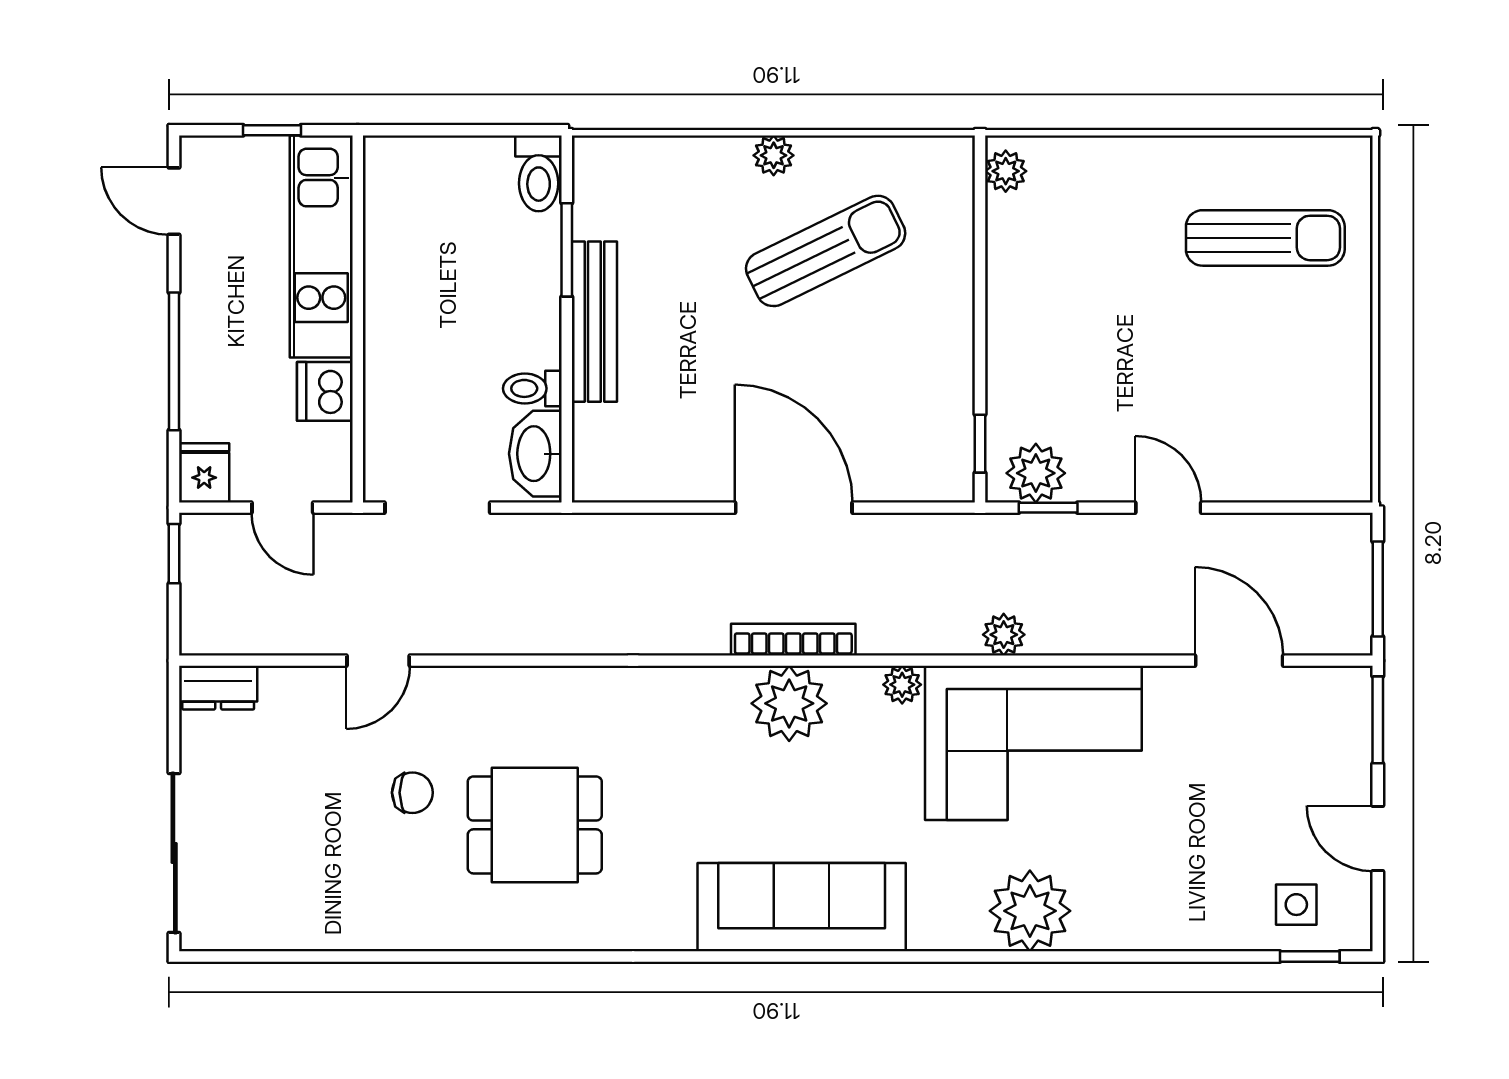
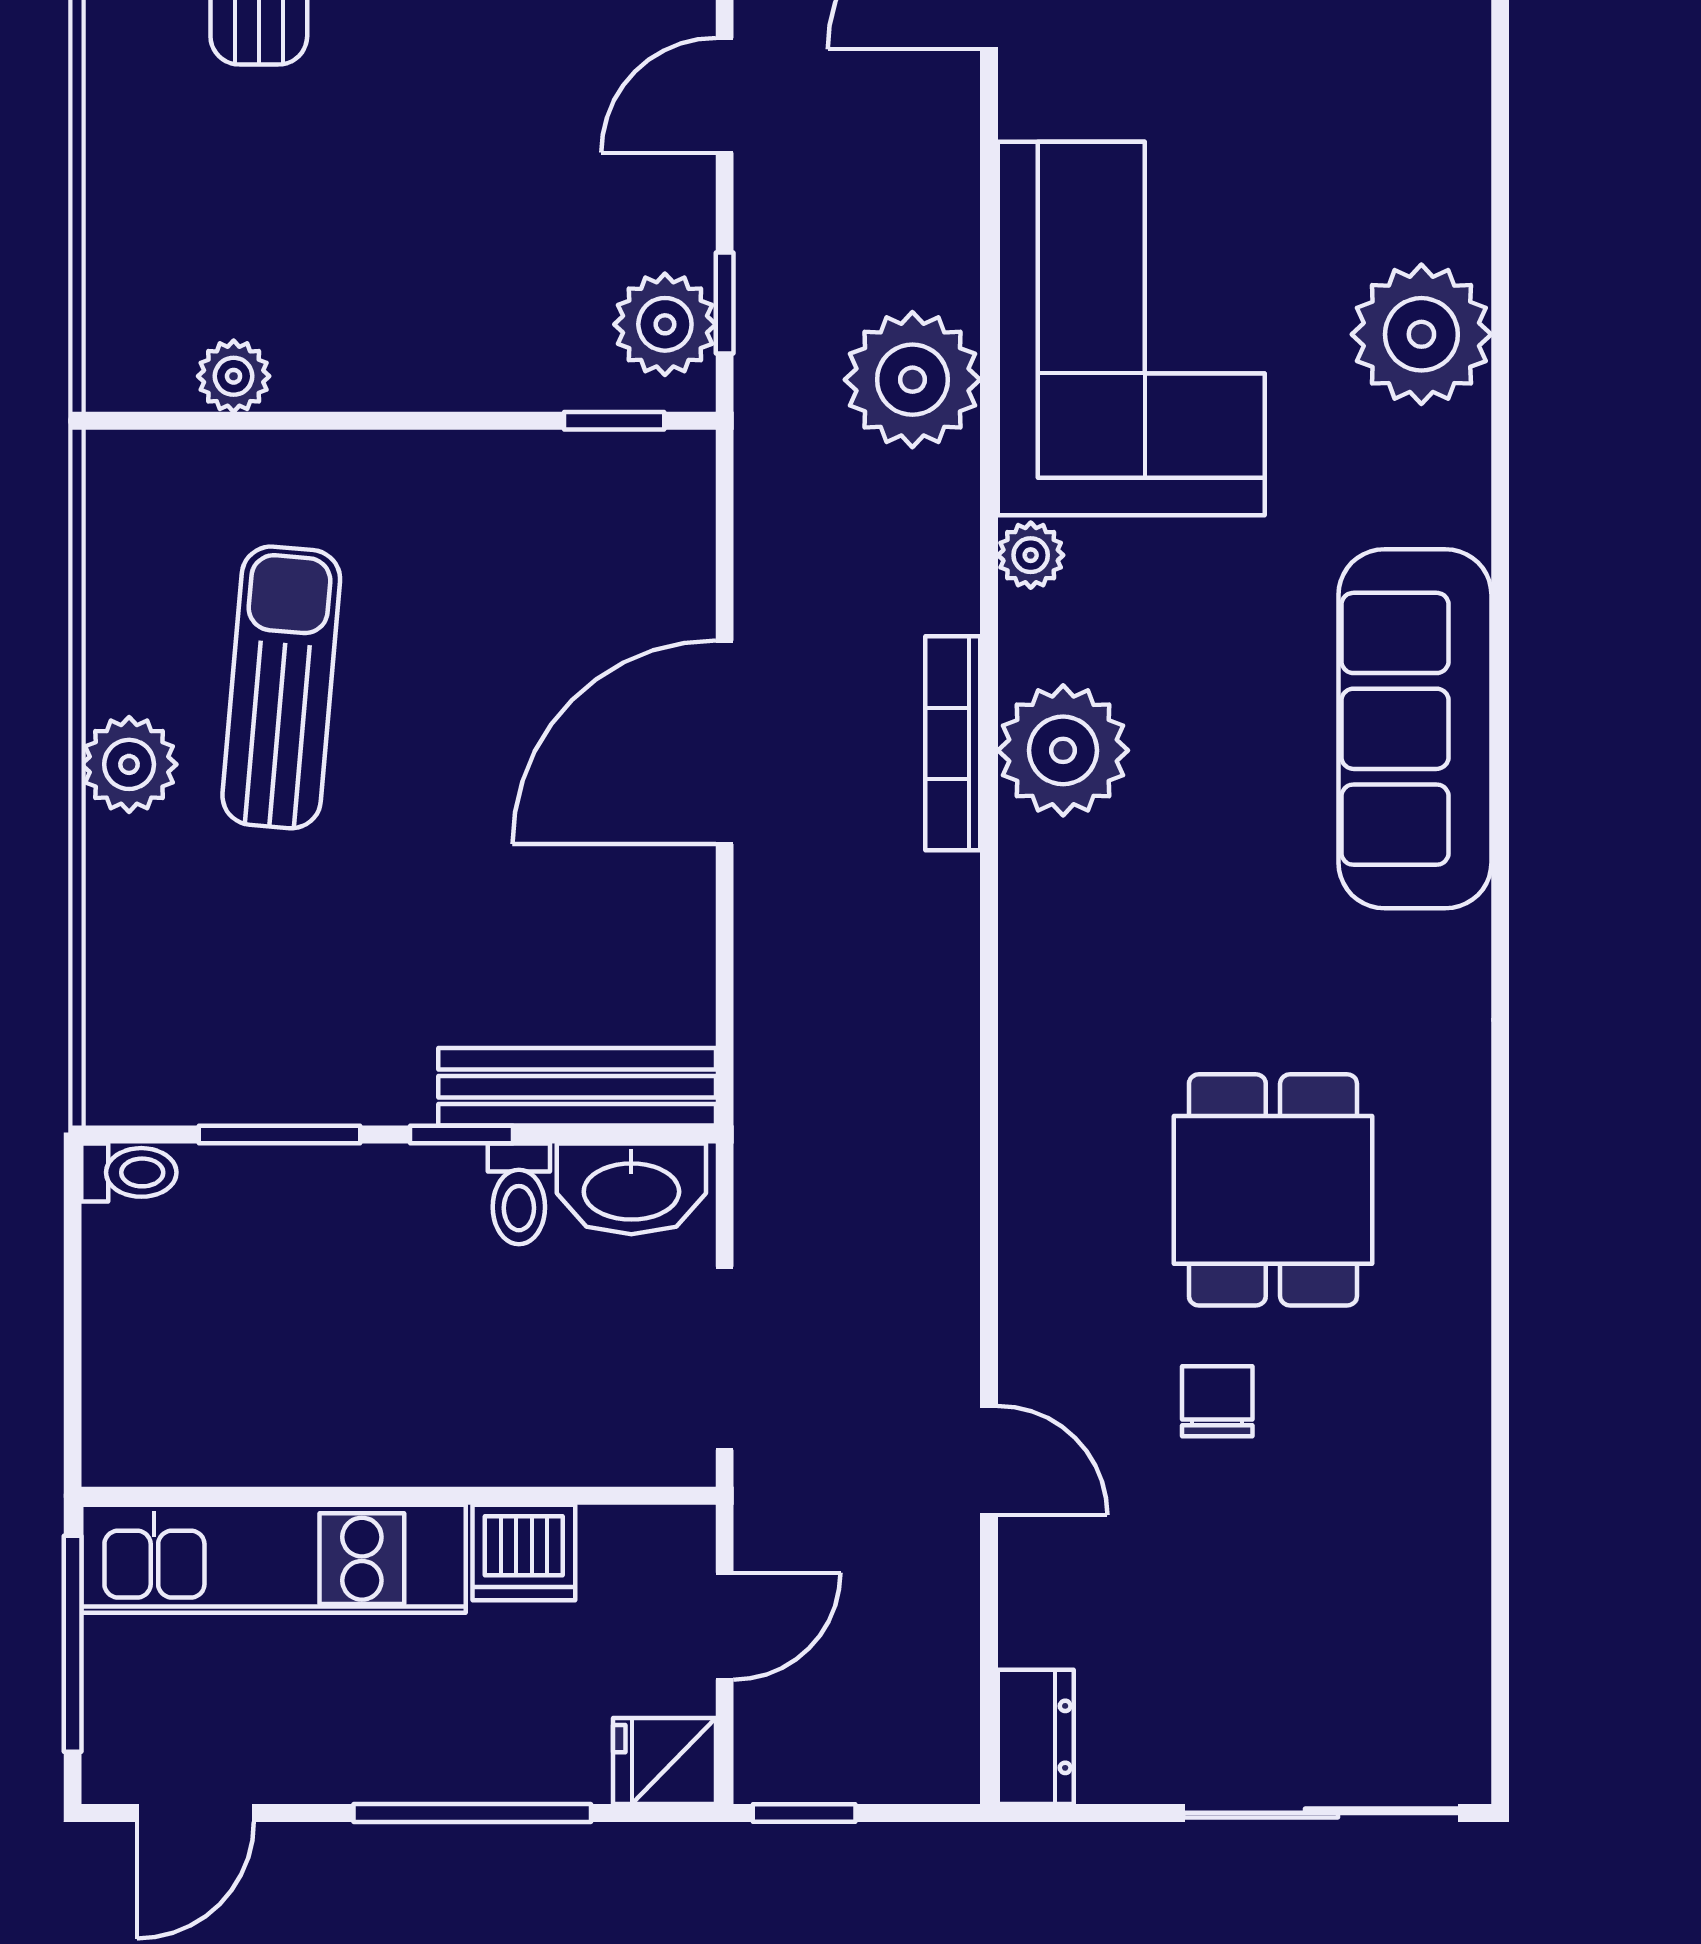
window: (272, 130) -> (73, 1644), width x2.17
plant: (774, 155) -> (129, 764), width x1.38, depth x1.38
plant: (1006, 171) -> (234, 376), moved
toilet: (539, 173) -> (129, 1172), width x0.73, depth x0.72
sun lounger: (826, 251) -> (281, 687), turned 31
bench: (594, 322) -> (577, 1087), moved
window: (567, 355) -> (462, 1134), added
plant: (1004, 635) -> (912, 380), width x1.88, depth x1.88

